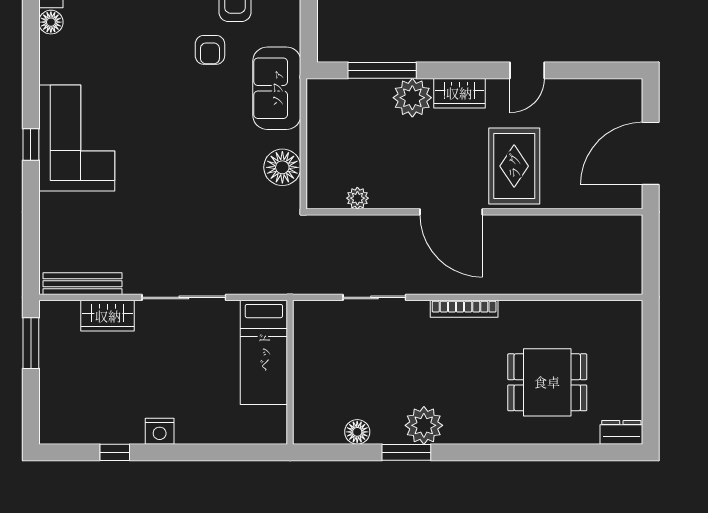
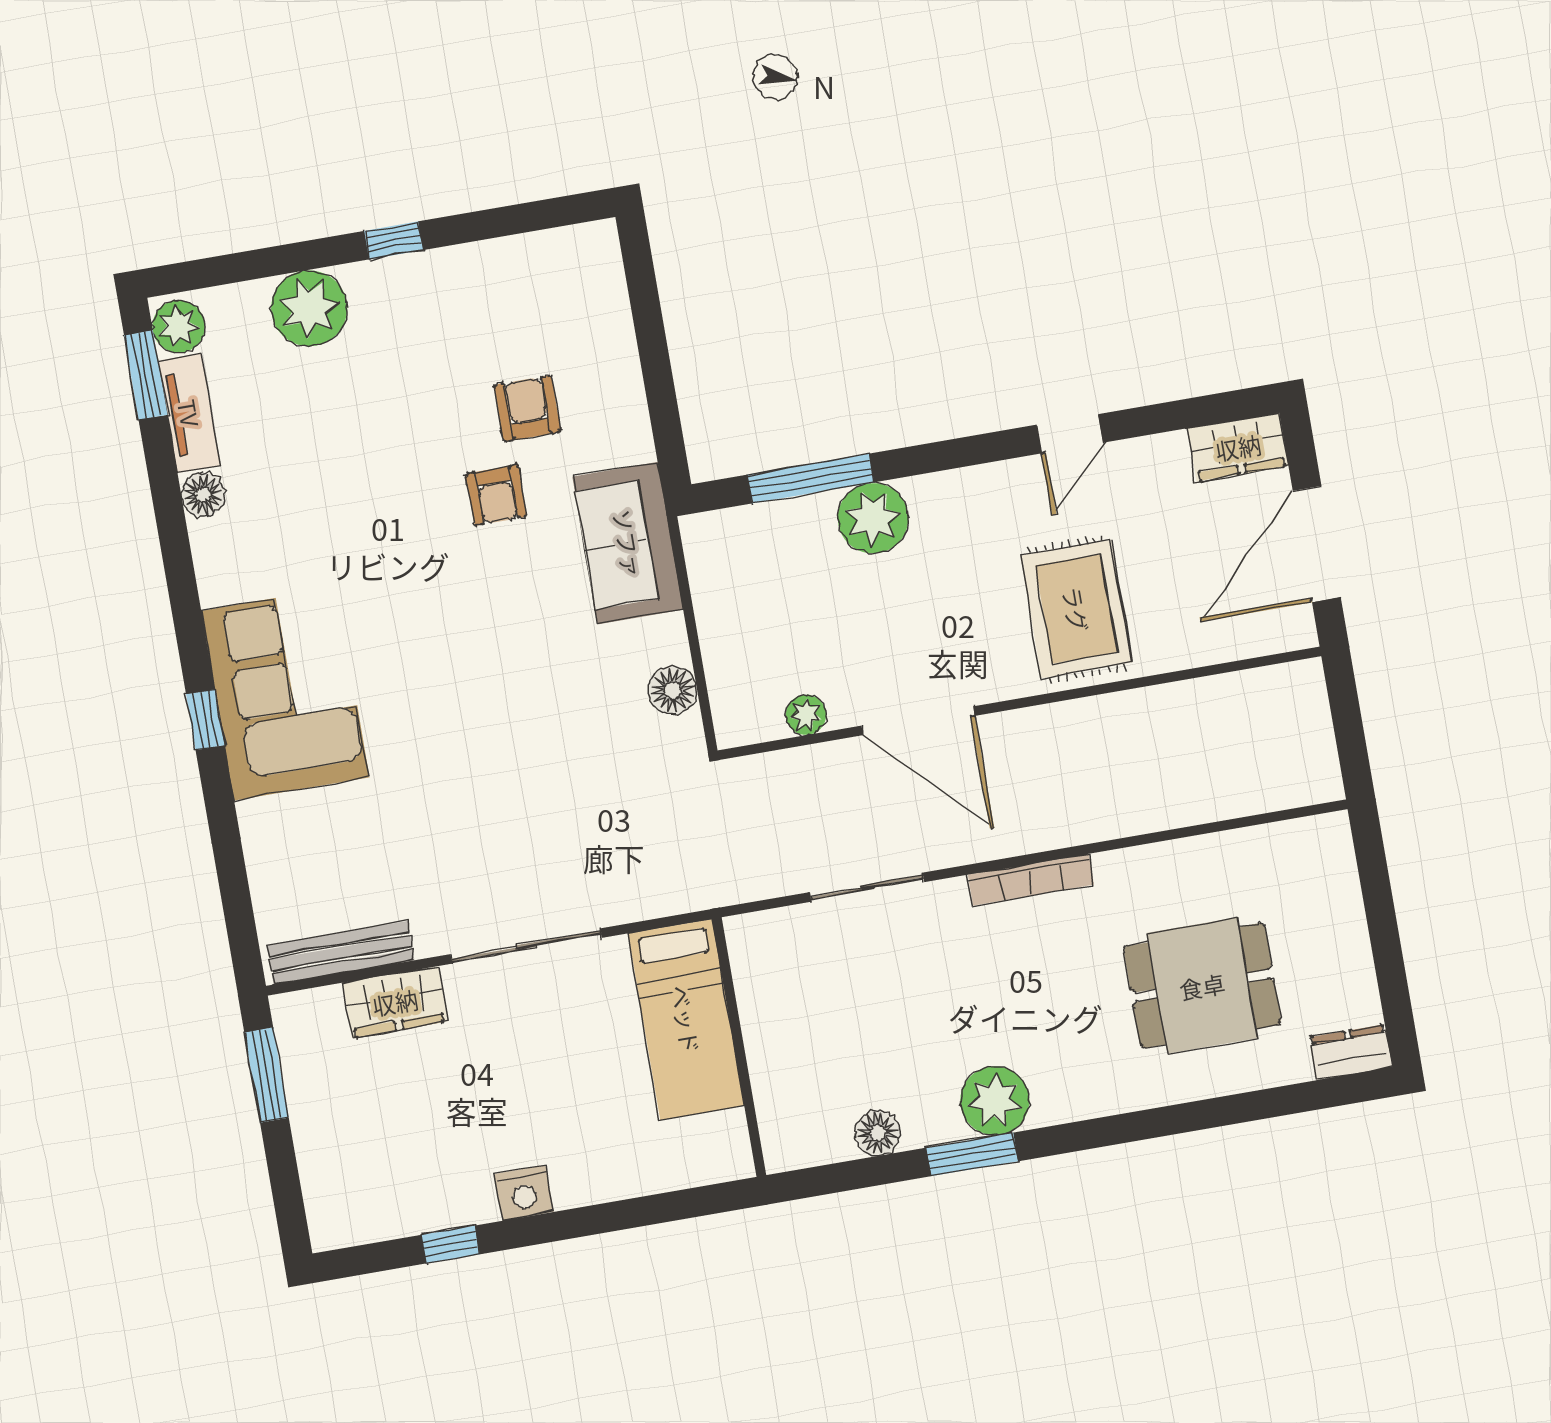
wardrobe: (459, 93) -> (1238, 447), moved
floor lamp: (282, 167) -> (673, 690), width x0.73, depth x0.73
door: (451, 212) -> (918, 721), moved

